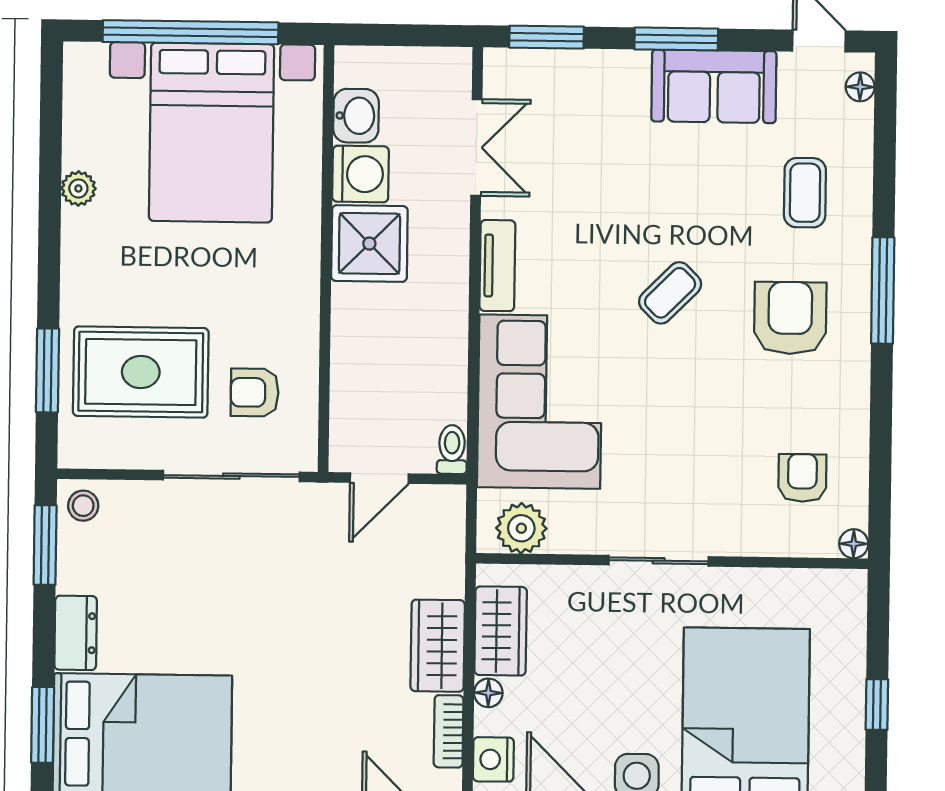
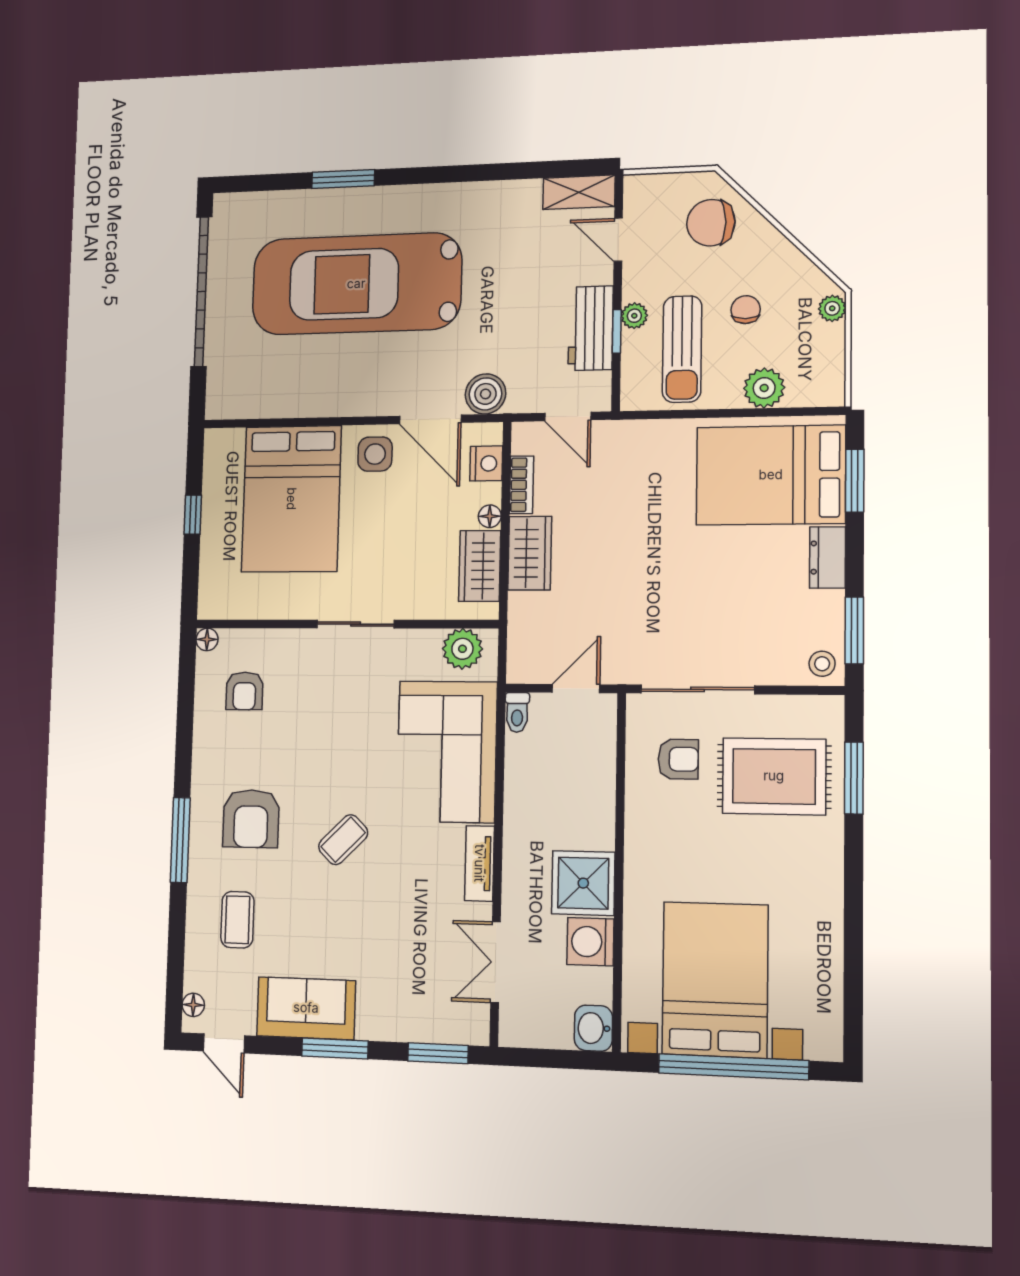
washbasin: (356, 116) -> (593, 1028), moved
plant: (78, 188) -> (829, 934), removed

